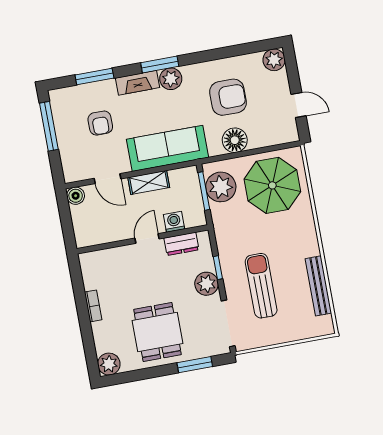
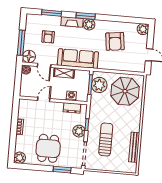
armchair: (228, 97) -> (115, 41), turned 83
window: (49, 126) -> (21, 43), moved
floor lamp: (235, 140) -> (29, 56), moved
door: (147, 238) -> (44, 100), moved

